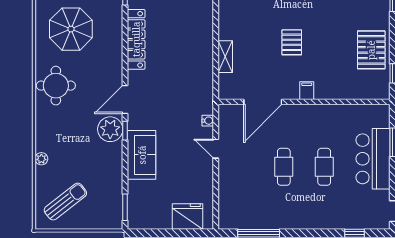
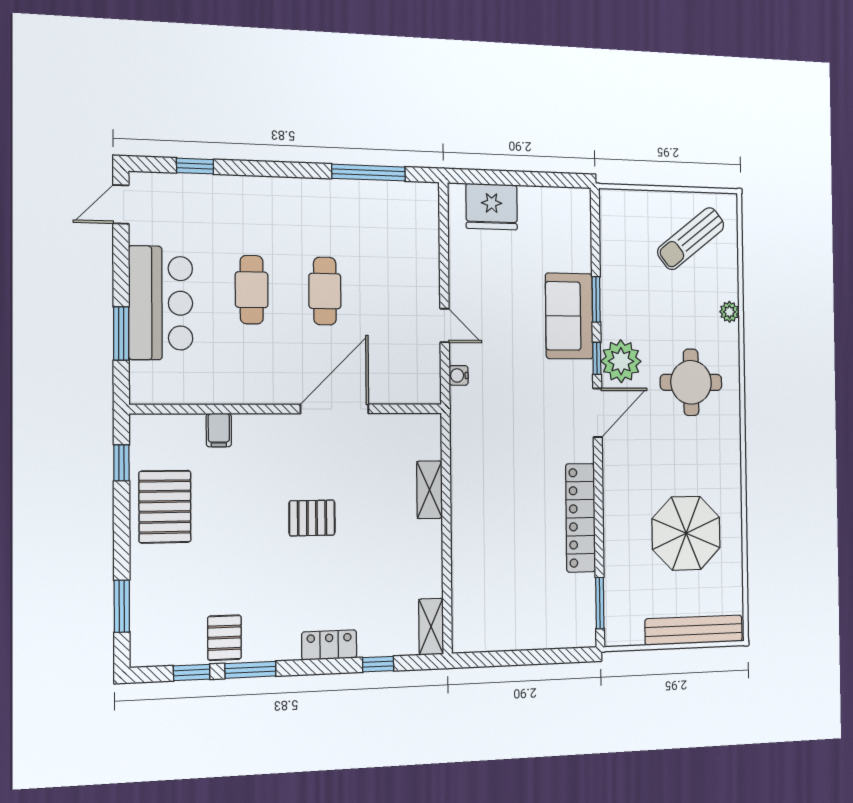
pallet: (292, 42) -> (312, 518), turned 90
round table: (56, 86) -> (691, 382), moved
filing cabinet: (307, 91) -> (219, 430), moved
door: (263, 102) -> (335, 409), moved
window: (125, 207) -> (596, 299), moved

